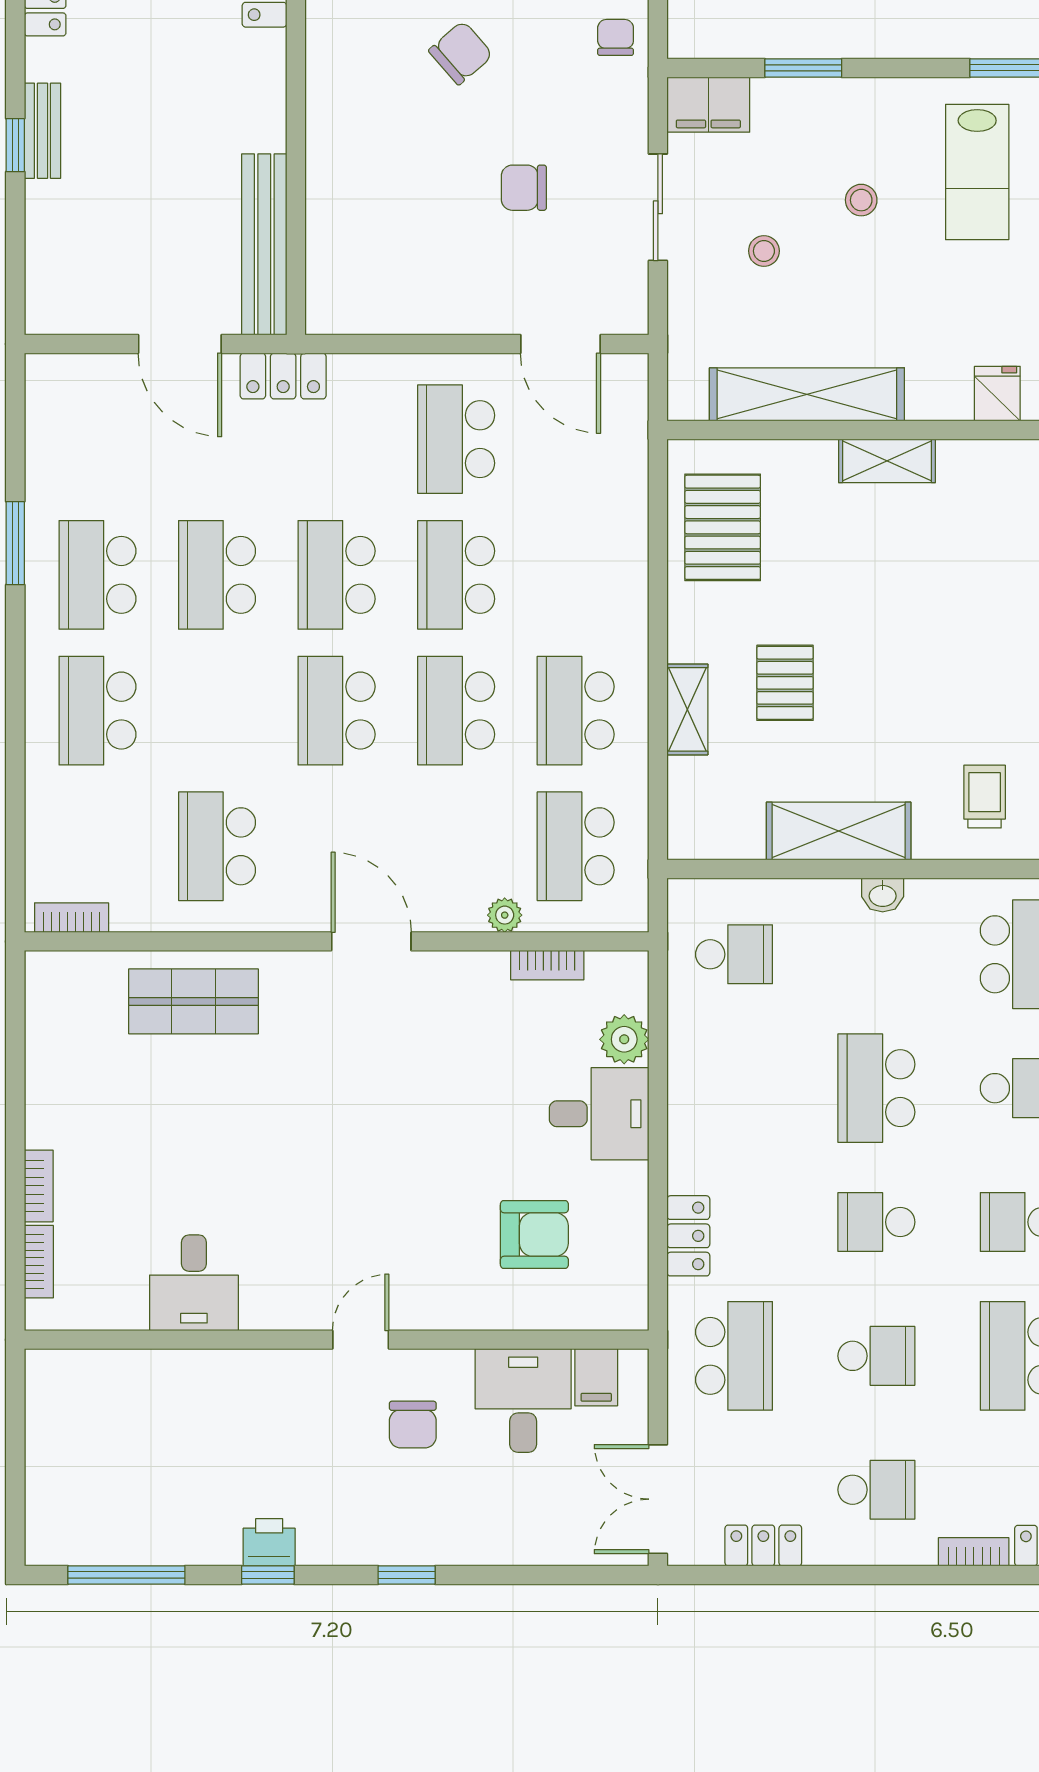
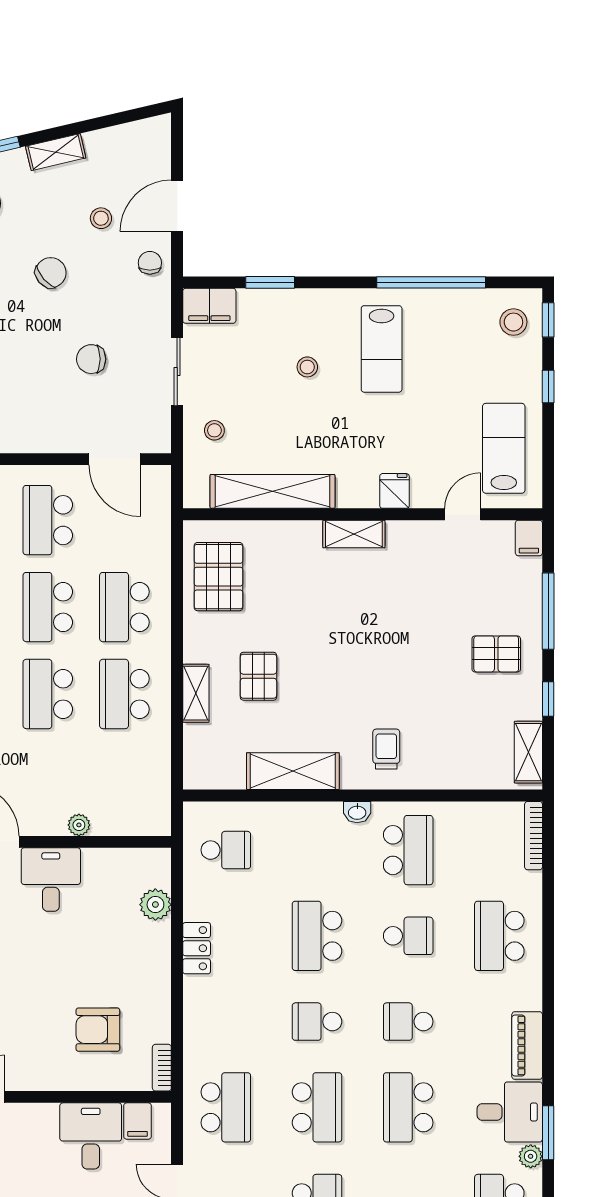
stool: (764, 251) -> (214, 430), moved
shelving: (887, 461) -> (354, 534), moved
school desk: (576, 846) -> (124, 607), moved
washbasin: (883, 895) -> (357, 812), moved
bookcase: (547, 965) -> (162, 1068), moved, turned 90
desk: (599, 1114) -> (51, 880), moved, turned -90
armchair: (534, 1235) -> (98, 1030), turned 180
locker: (688, 1236) -> (197, 948), moved
school desk: (876, 1356) -> (317, 1107), width x1.85
chair: (413, 1425) -> (20, 1151), removed

